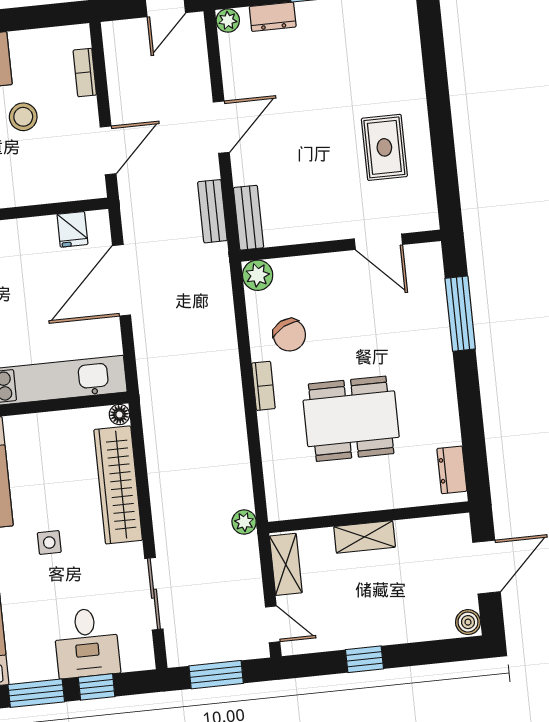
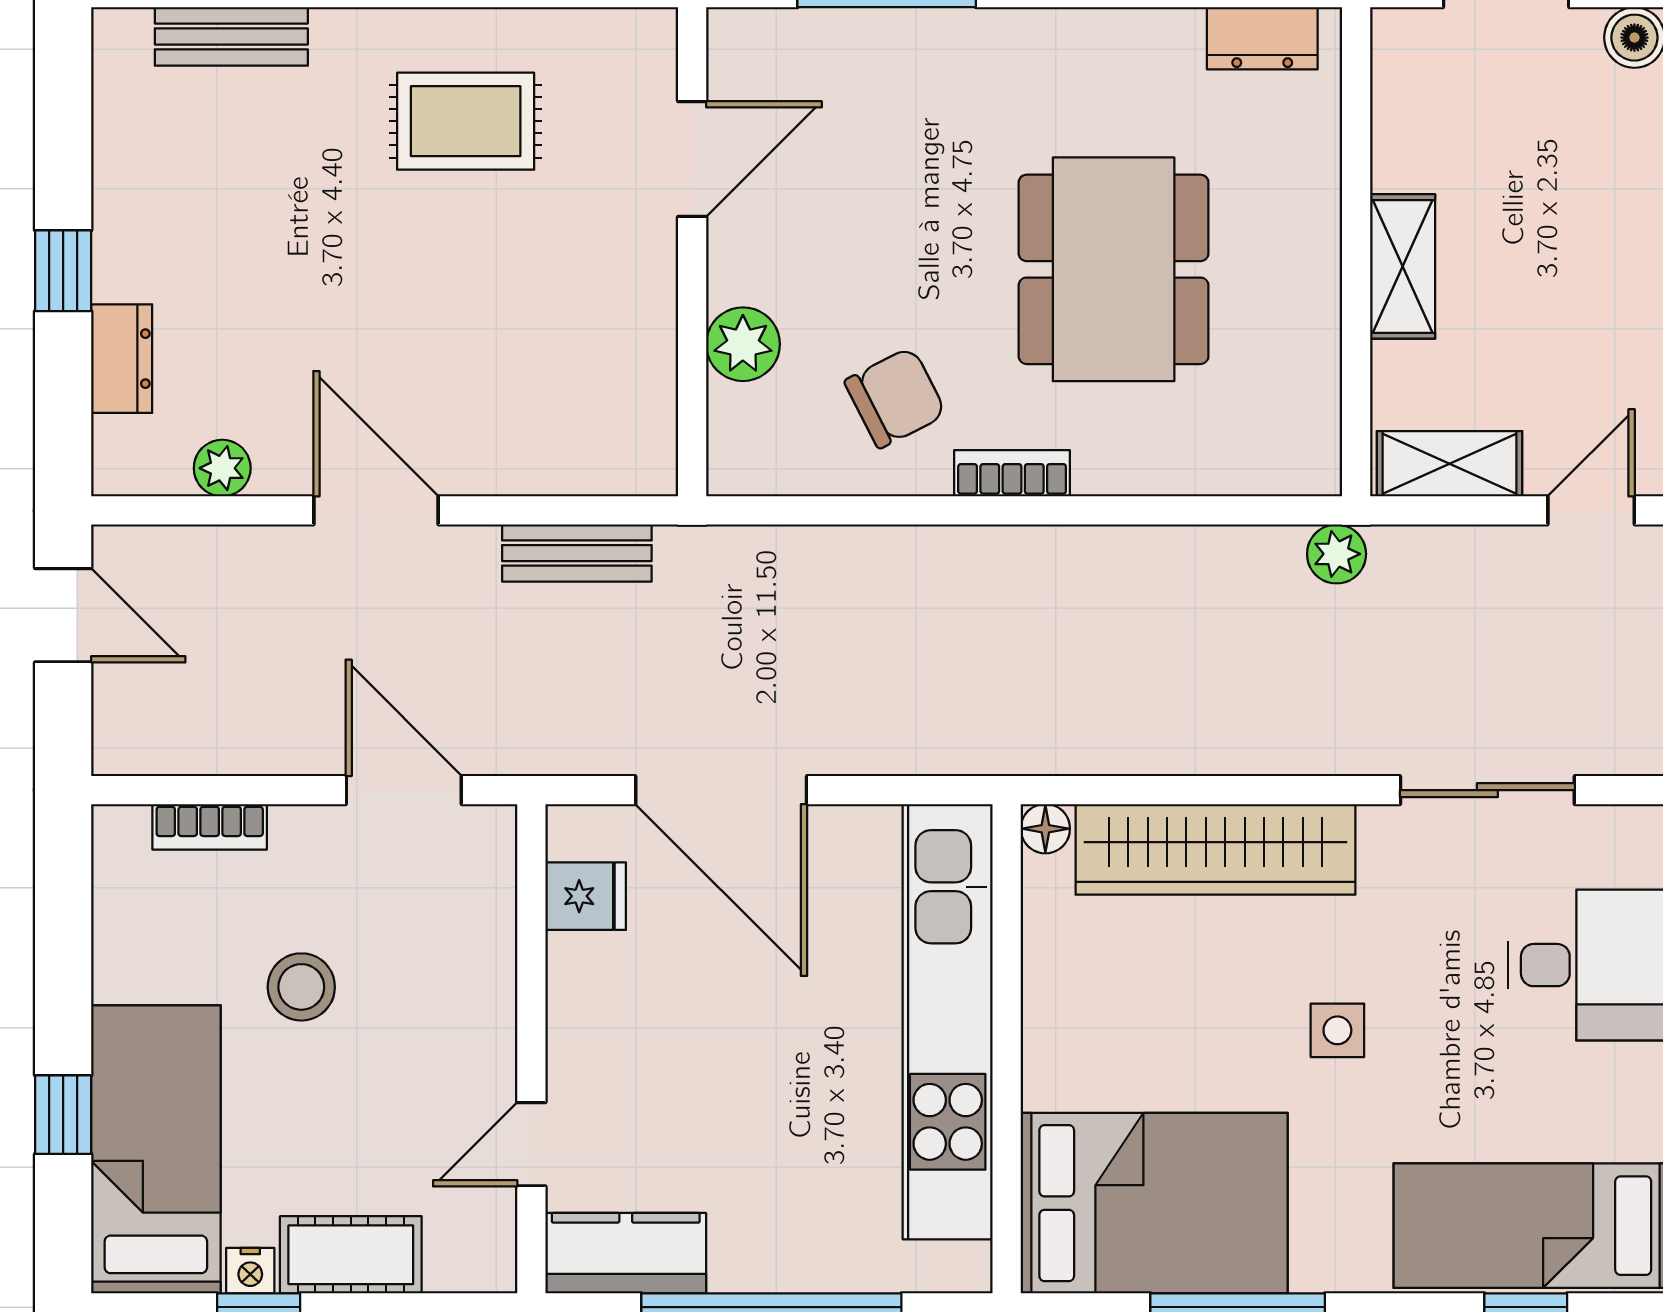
plant: (228, 20) -> (222, 468), moved
bench: (249, 218) -> (231, 36), moved
plant: (258, 275) -> (743, 344), moved

